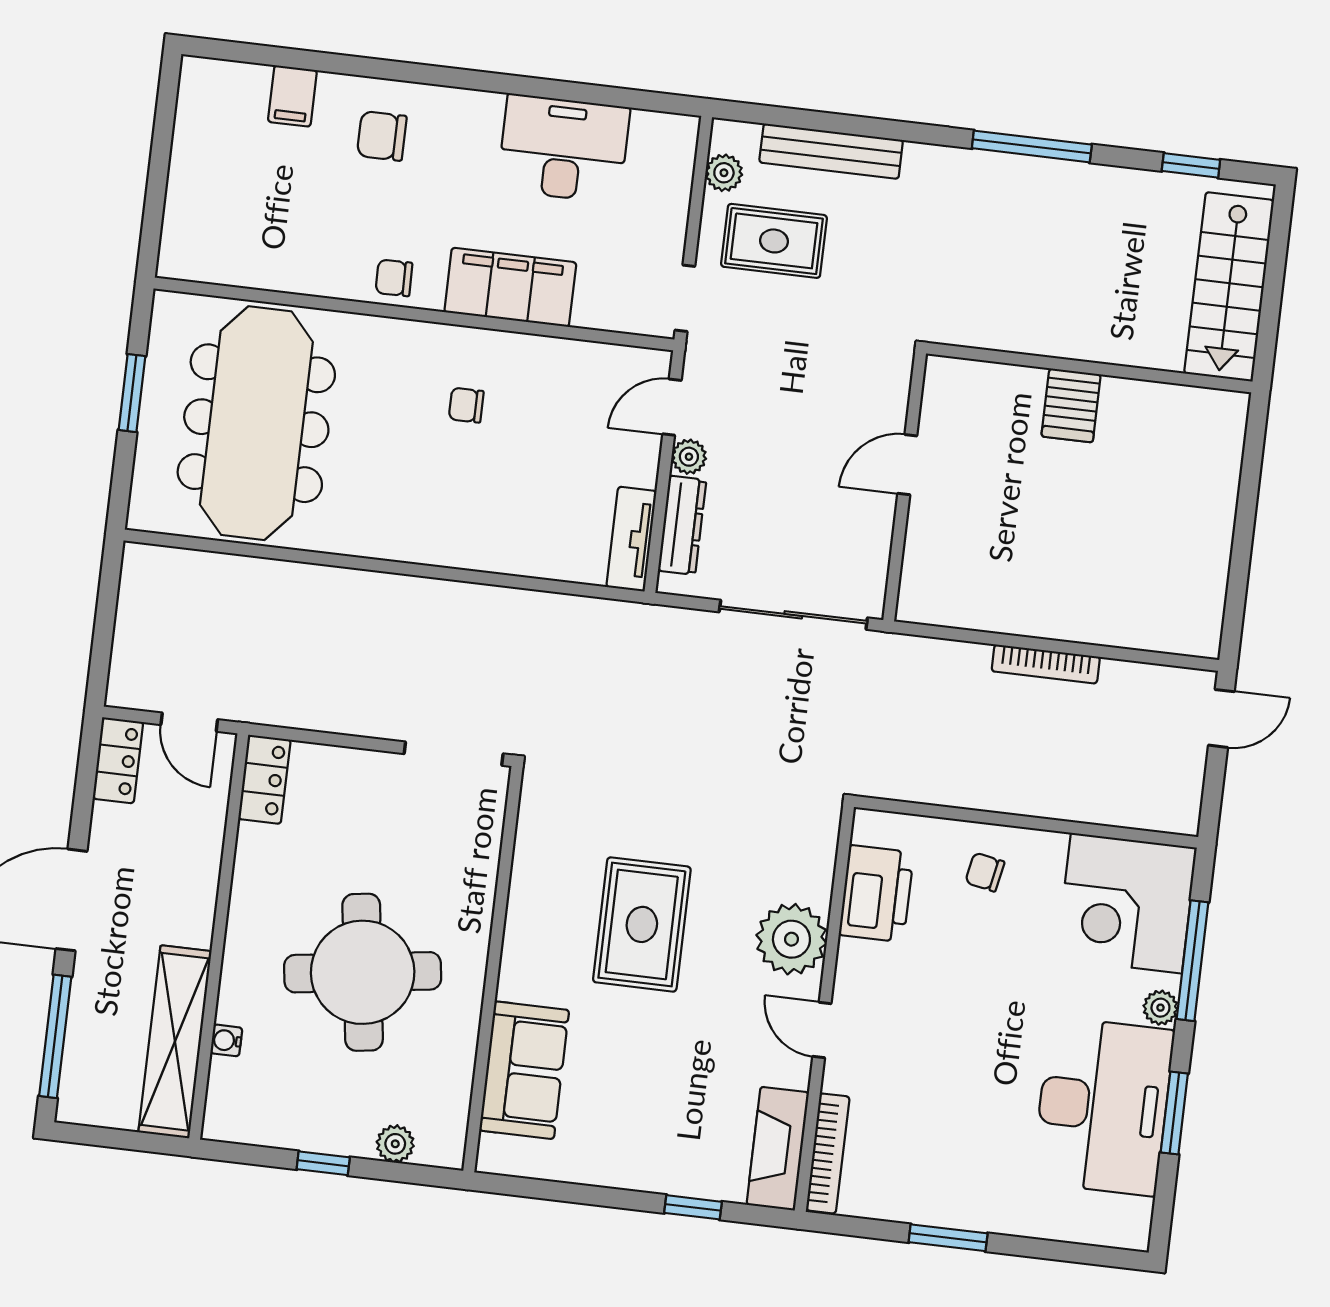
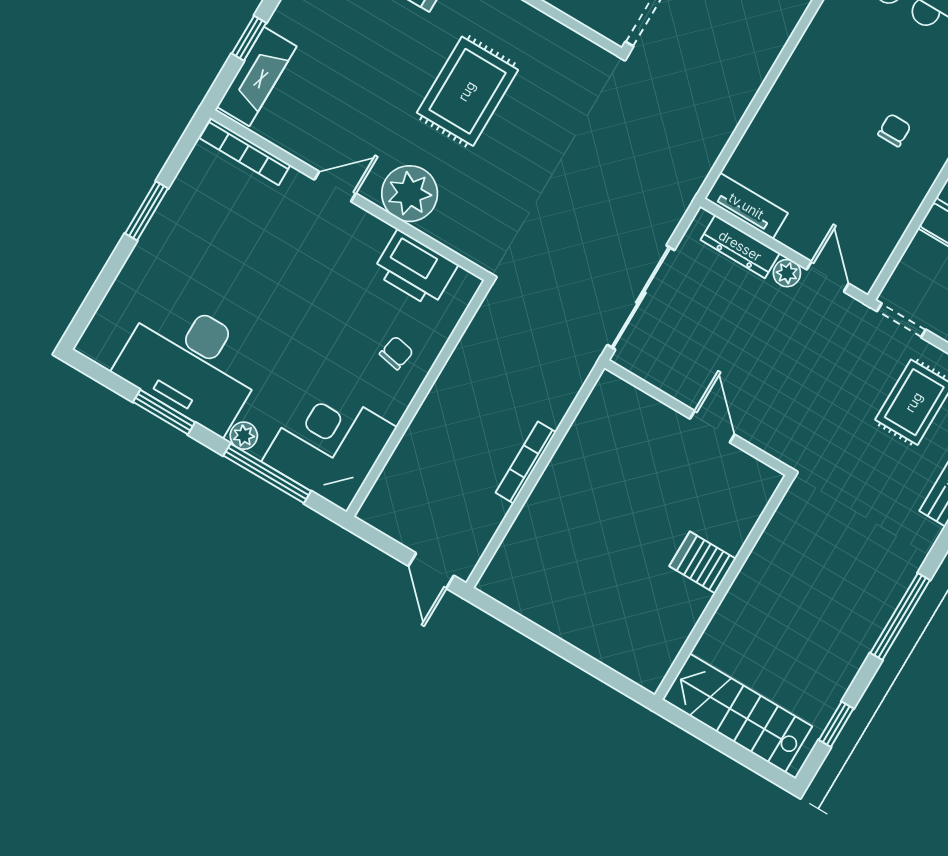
rug: (642, 924) -> (467, 91), turned 90
fireplace: (778, 1149) -> (257, 77), moved, turned 90

